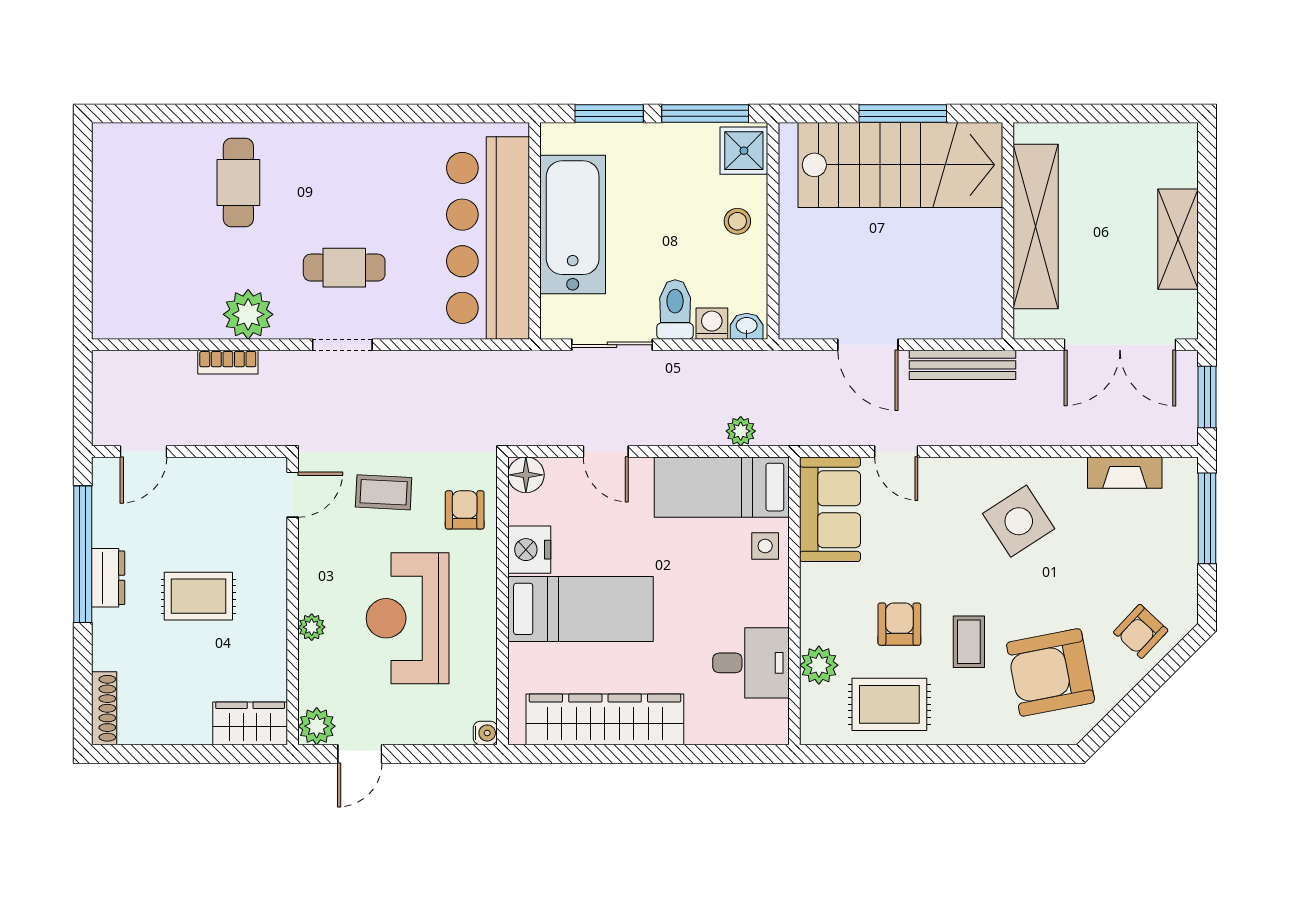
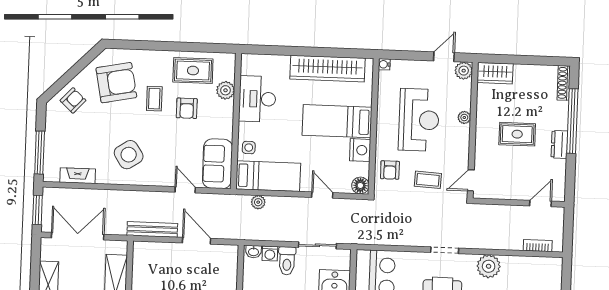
bookcase: (228, 362) -> (538, 246), moved
window: (83, 554) -> (572, 121), moved
desk: (751, 663) -> (257, 99), width x1.37

